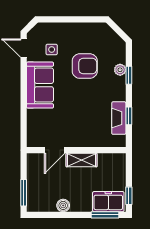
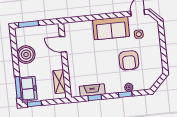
shelving: (82, 160) -> (59, 82), moved
boiler: (63, 205) -> (26, 55), width x1.86, depth x1.86

